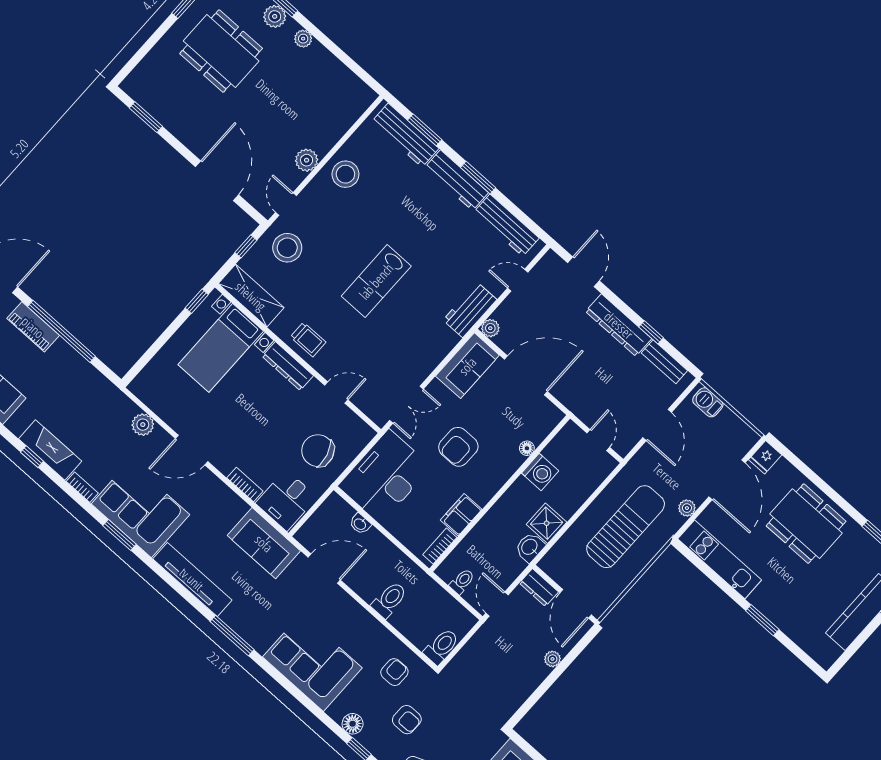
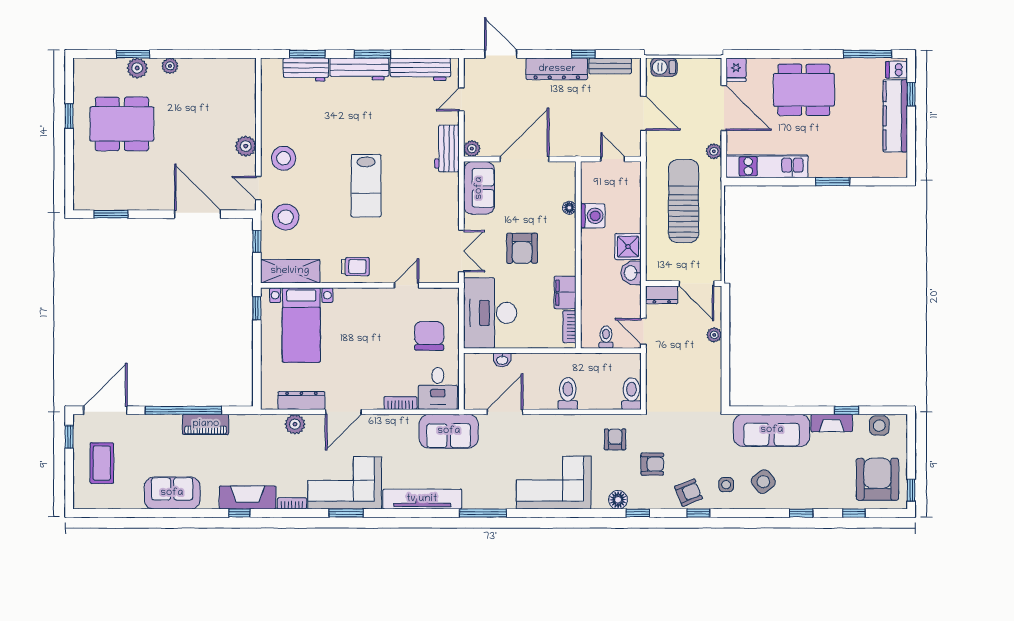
workbench: (405, 135) -> (306, 70), width x0.73
stool: (345, 174) -> (284, 158), moved
piano: (33, 327) -> (206, 424), moved
dresser: (288, 366) -> (301, 400), moved, turned 180
chair: (318, 451) -> (429, 336), turned 105

